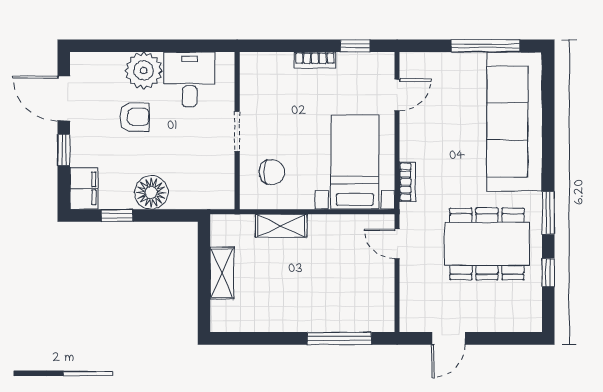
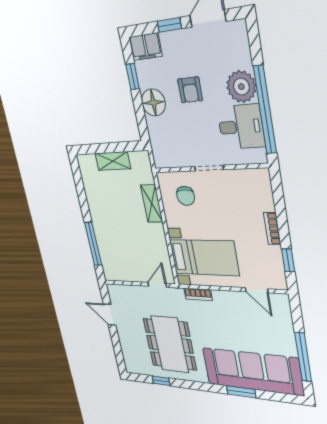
window: (172, 46) -> (265, 110), added
armchair: (134, 117) -> (190, 90), moved
window: (548, 213) -> (241, 392), moved

